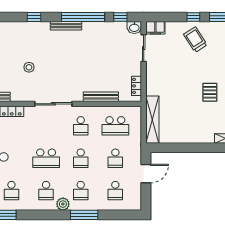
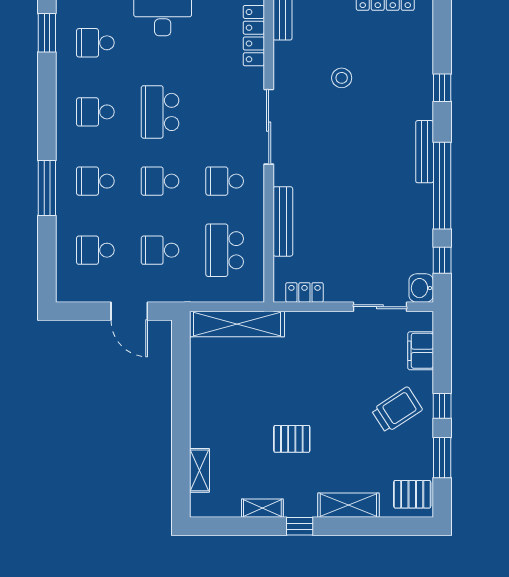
filing cabinet: (155, 28) -> (421, 351), moved
plant: (63, 204) -> (69, 146), removed

